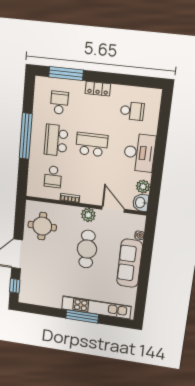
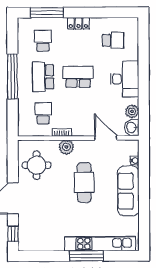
school desk: (53, 177) -> (43, 113), turned 180
plant: (88, 215) -> (66, 147), moved

